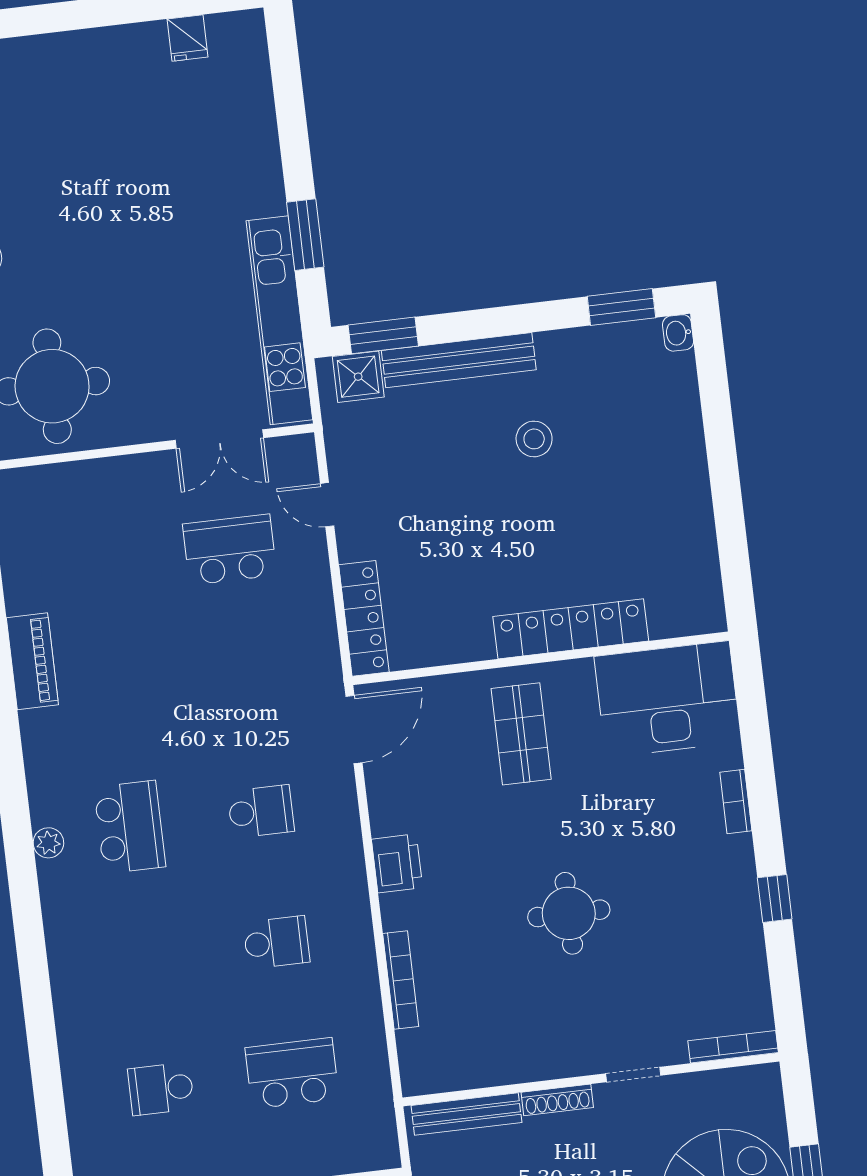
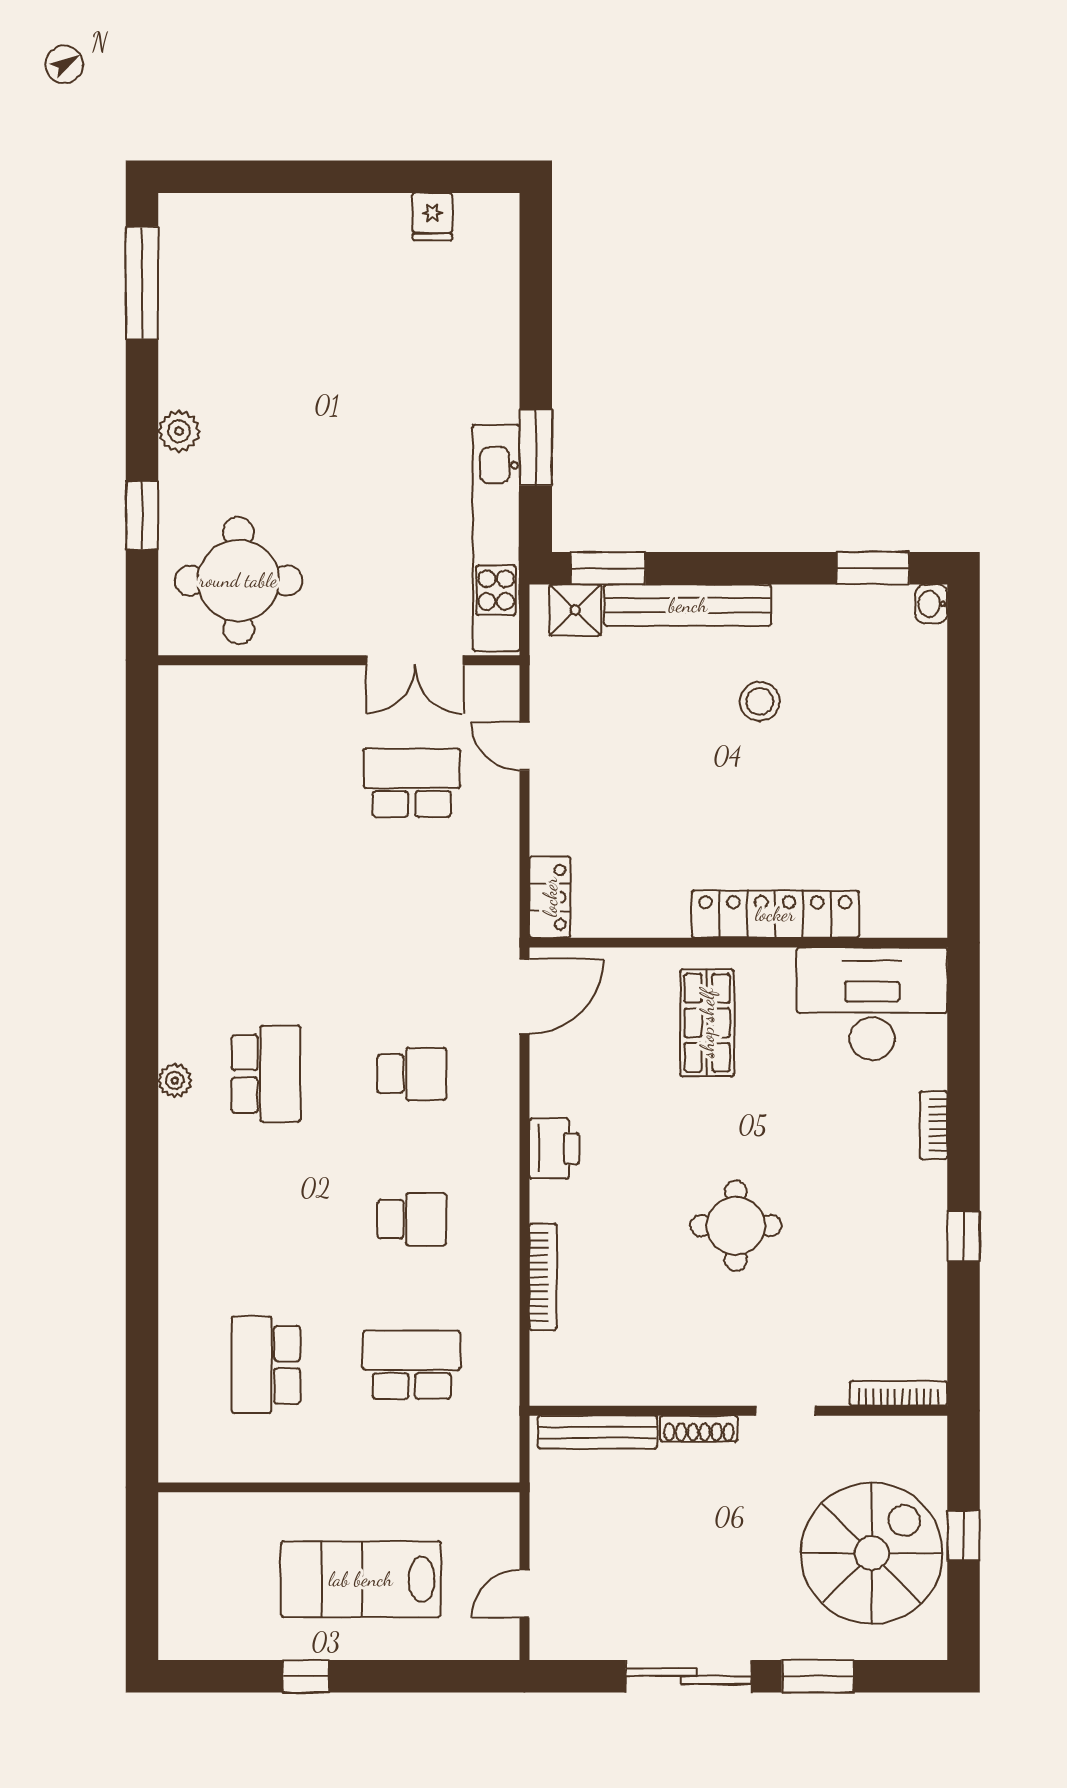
locker: (364, 618) -> (550, 897), width x0.66
piano: (32, 661) -> (181, 879), removed
school desk: (161, 1089) -> (266, 1365), width x1.85

